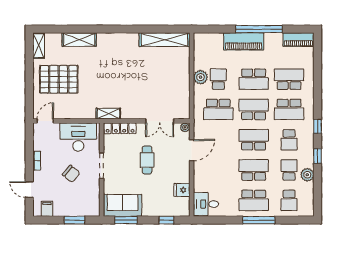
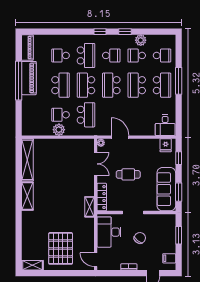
shelving: (79, 40) -> (27, 196), moved
piano: (244, 41) -> (29, 78), moved
school desk: (289, 79) -> (61, 55), width x0.54
fridge: (182, 190) -> (166, 145), moved
sofa: (123, 205) -> (166, 189), width x1.36

